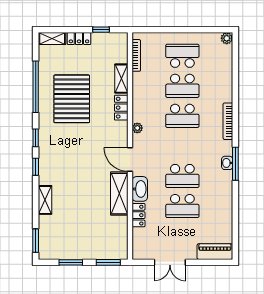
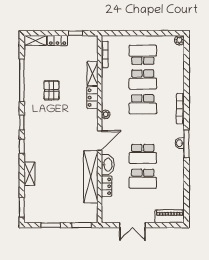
pallet: (72, 99) -> (51, 90), width x0.49, depth x0.50
door: (130, 160) -> (100, 140), swing flipped
shelving: (119, 194) -> (91, 177), width x1.47

